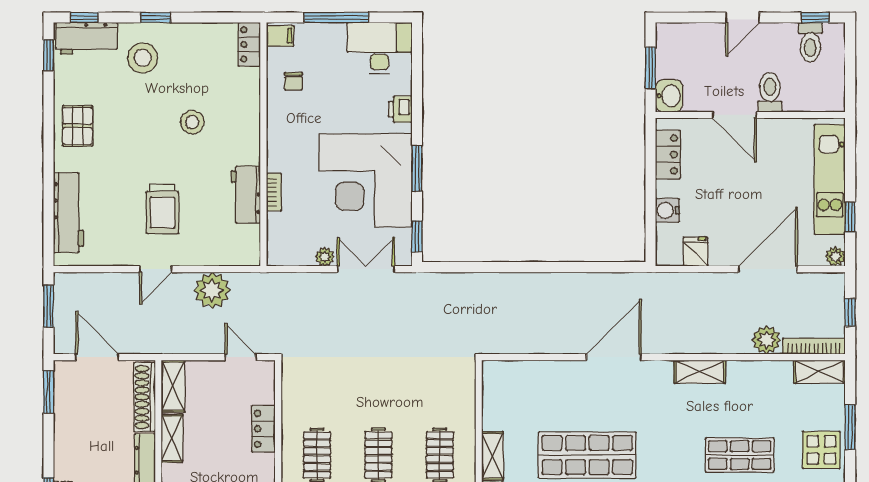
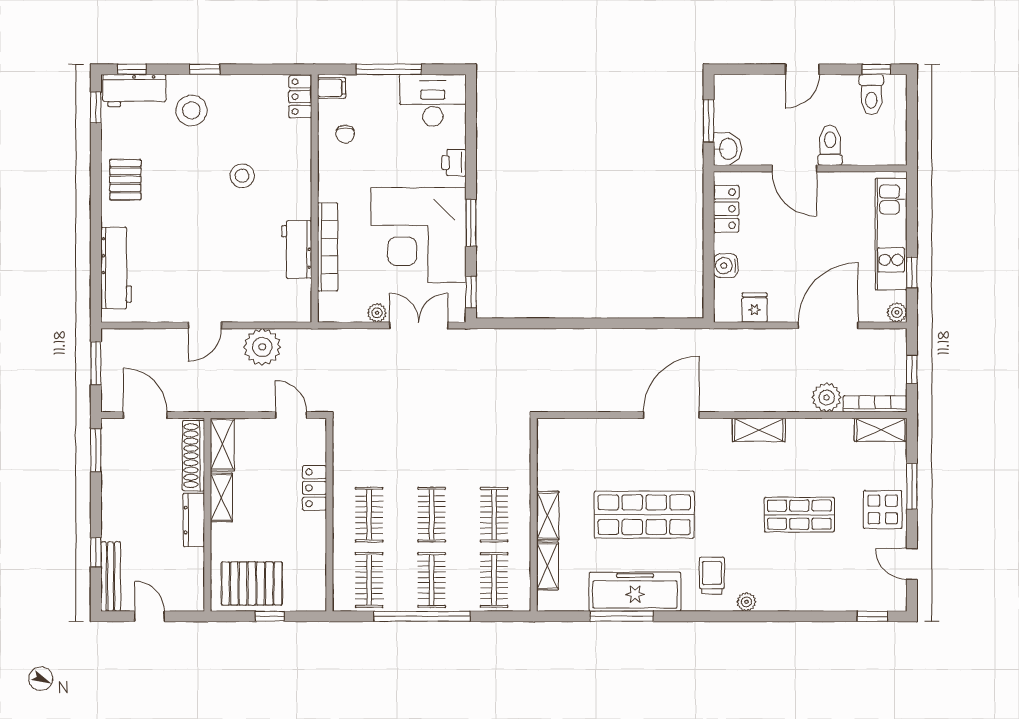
bookcase: (274, 192) -> (328, 247), width x2.31, depth x1.31
trolley: (163, 209) -> (212, 264), removed

